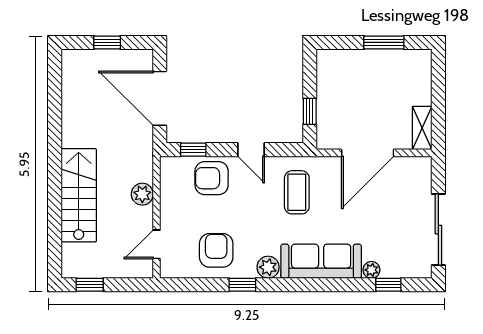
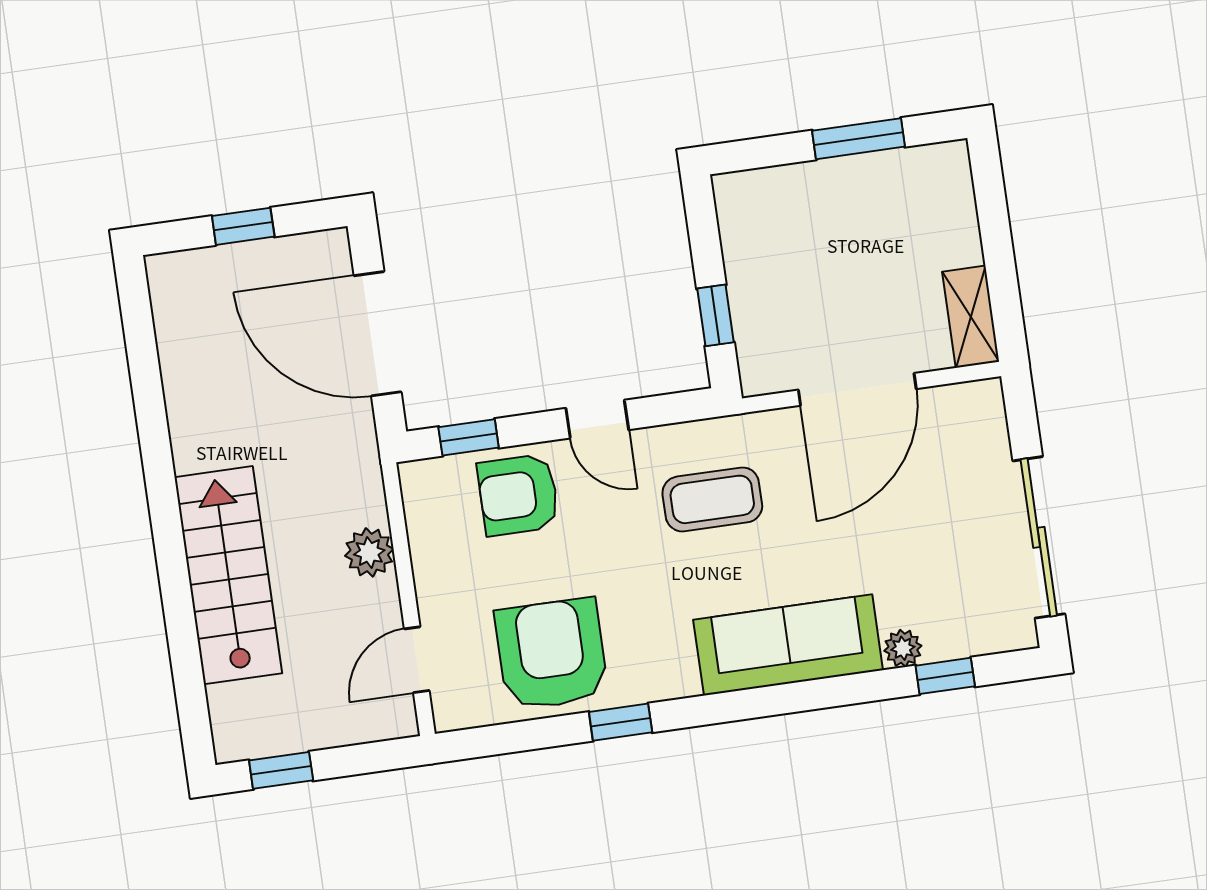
coffee table: (297, 192) -> (712, 499), turned 90
armchair: (216, 250) -> (551, 654), width x1.36, depth x1.36
plant: (268, 267) -> (672, 675), removed

